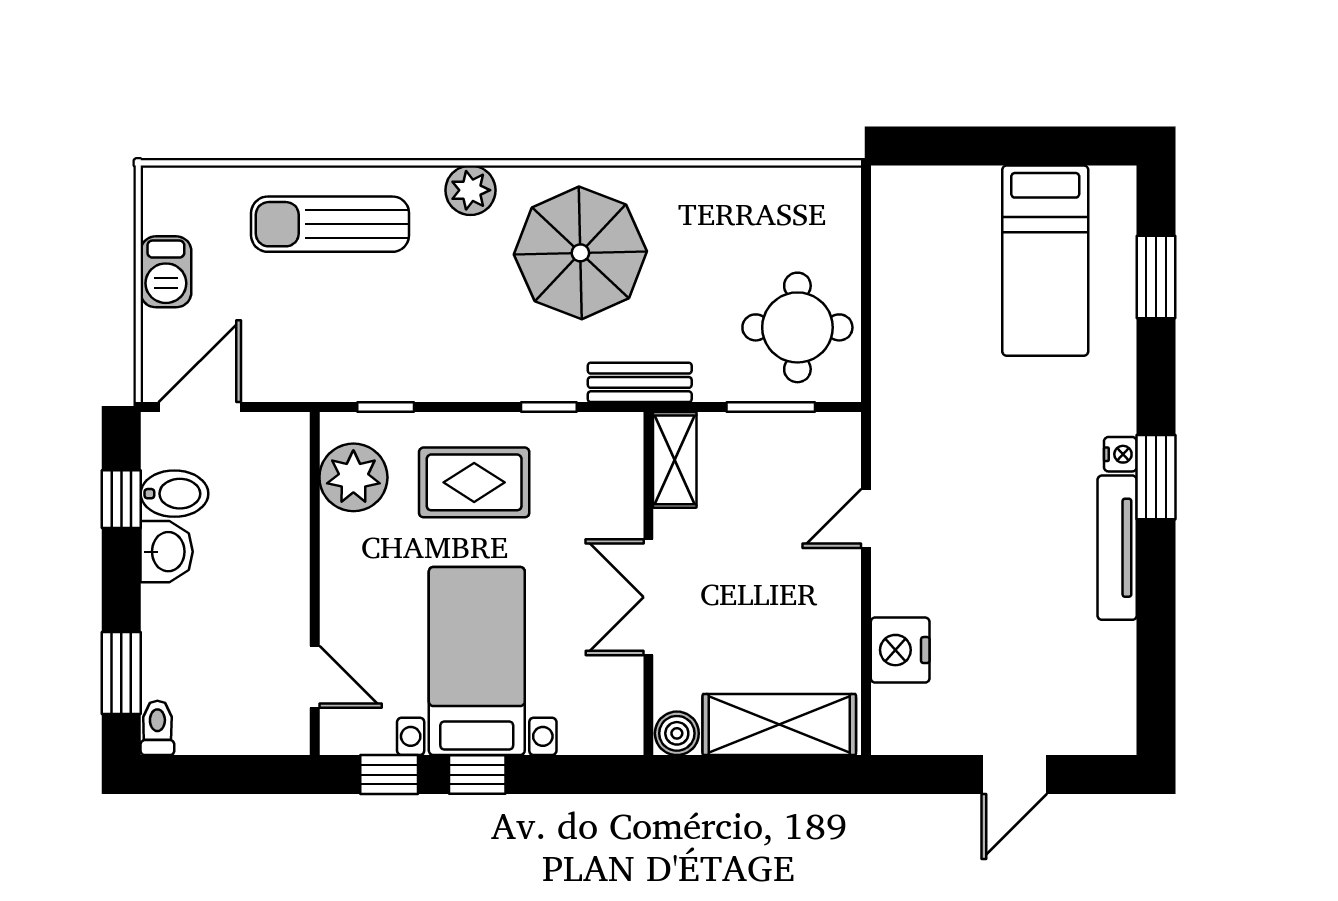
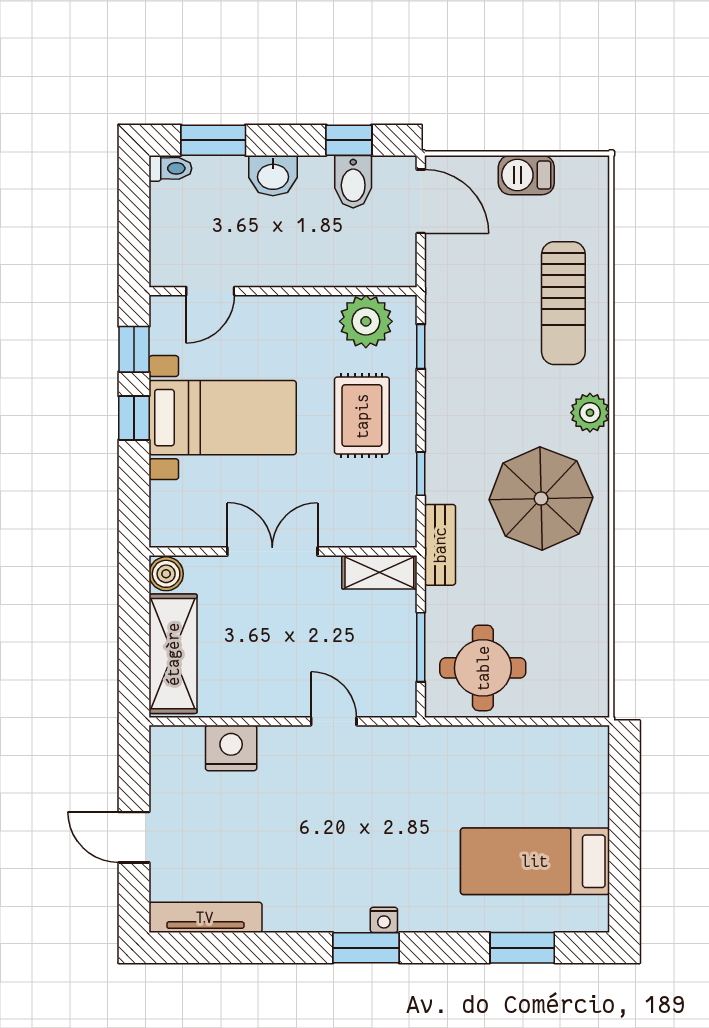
sun lounger: (330, 224) -> (563, 303), turned 180
tv unit: (1117, 548) -> (205, 917), moved
washbasin: (167, 552) -> (273, 176), moved

